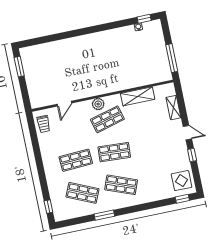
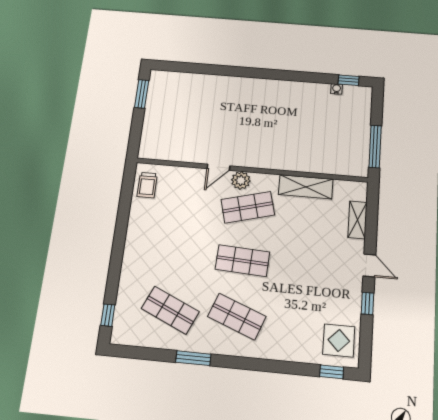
door: (64, 104) -> (219, 167), moved
shop shelf: (76, 160) -> (177, 255), removed

